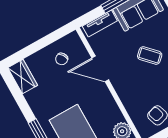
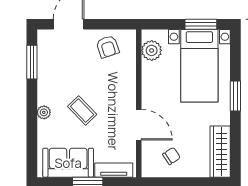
wardrobe: (23, 77) -> (220, 152), width x1.50

